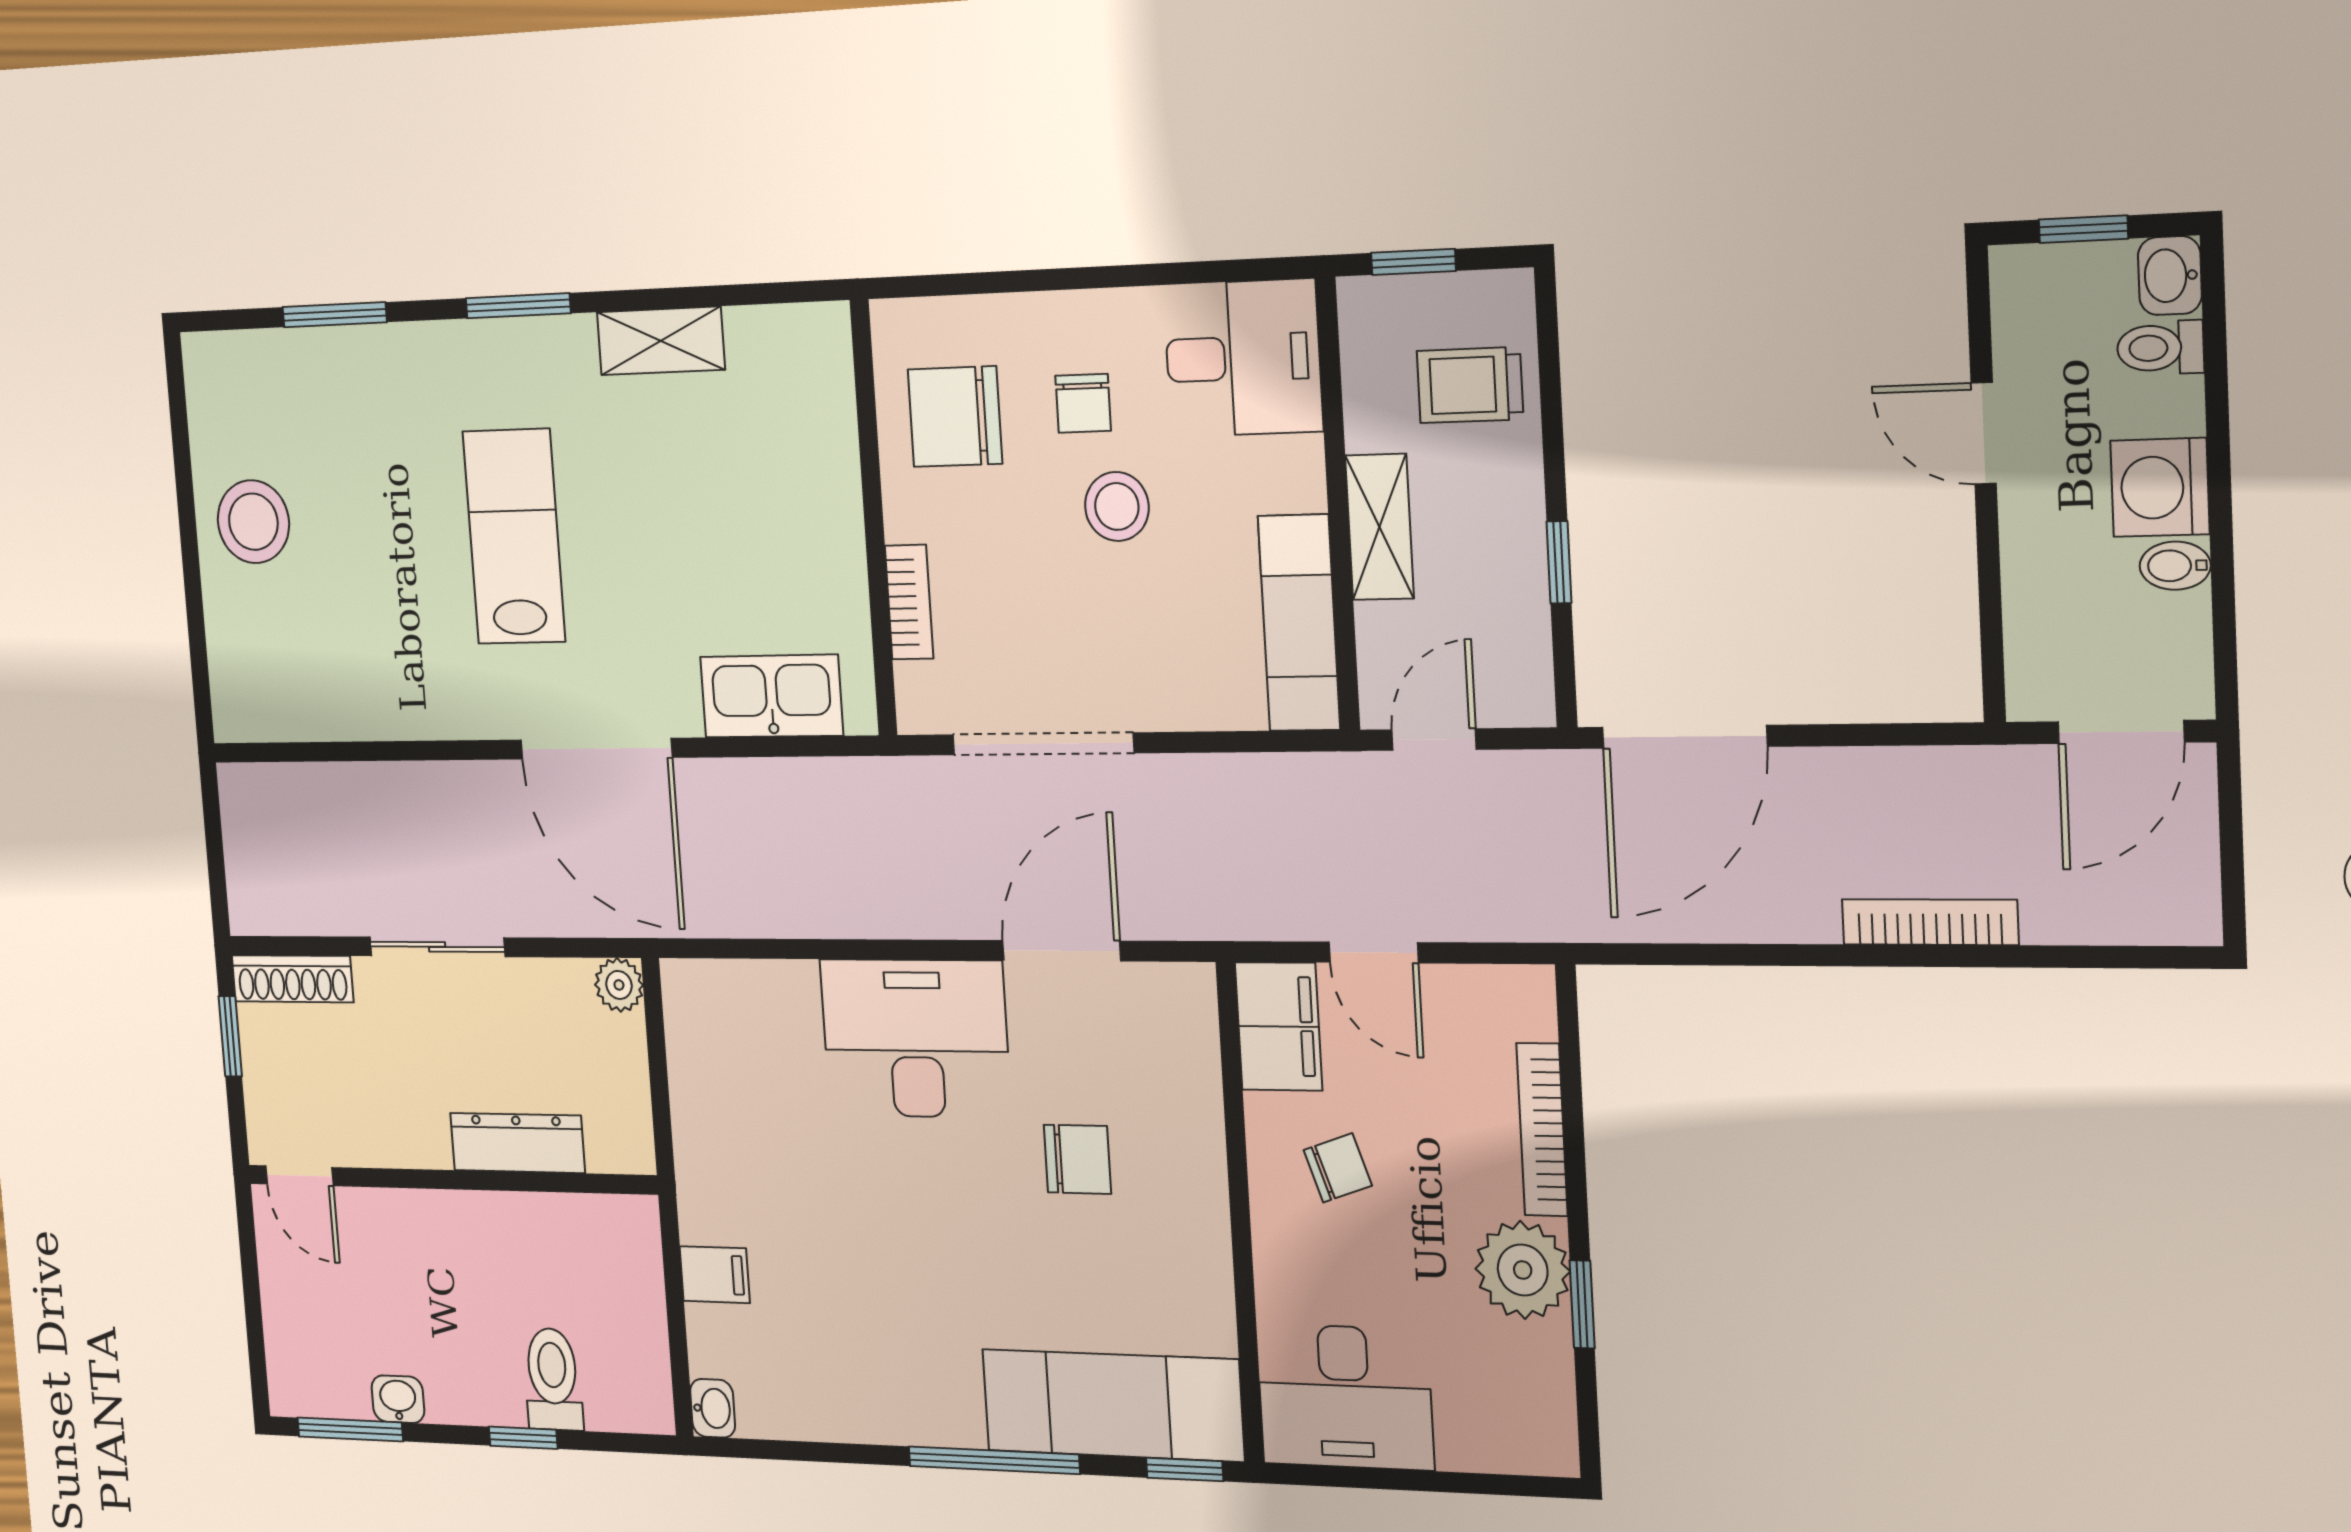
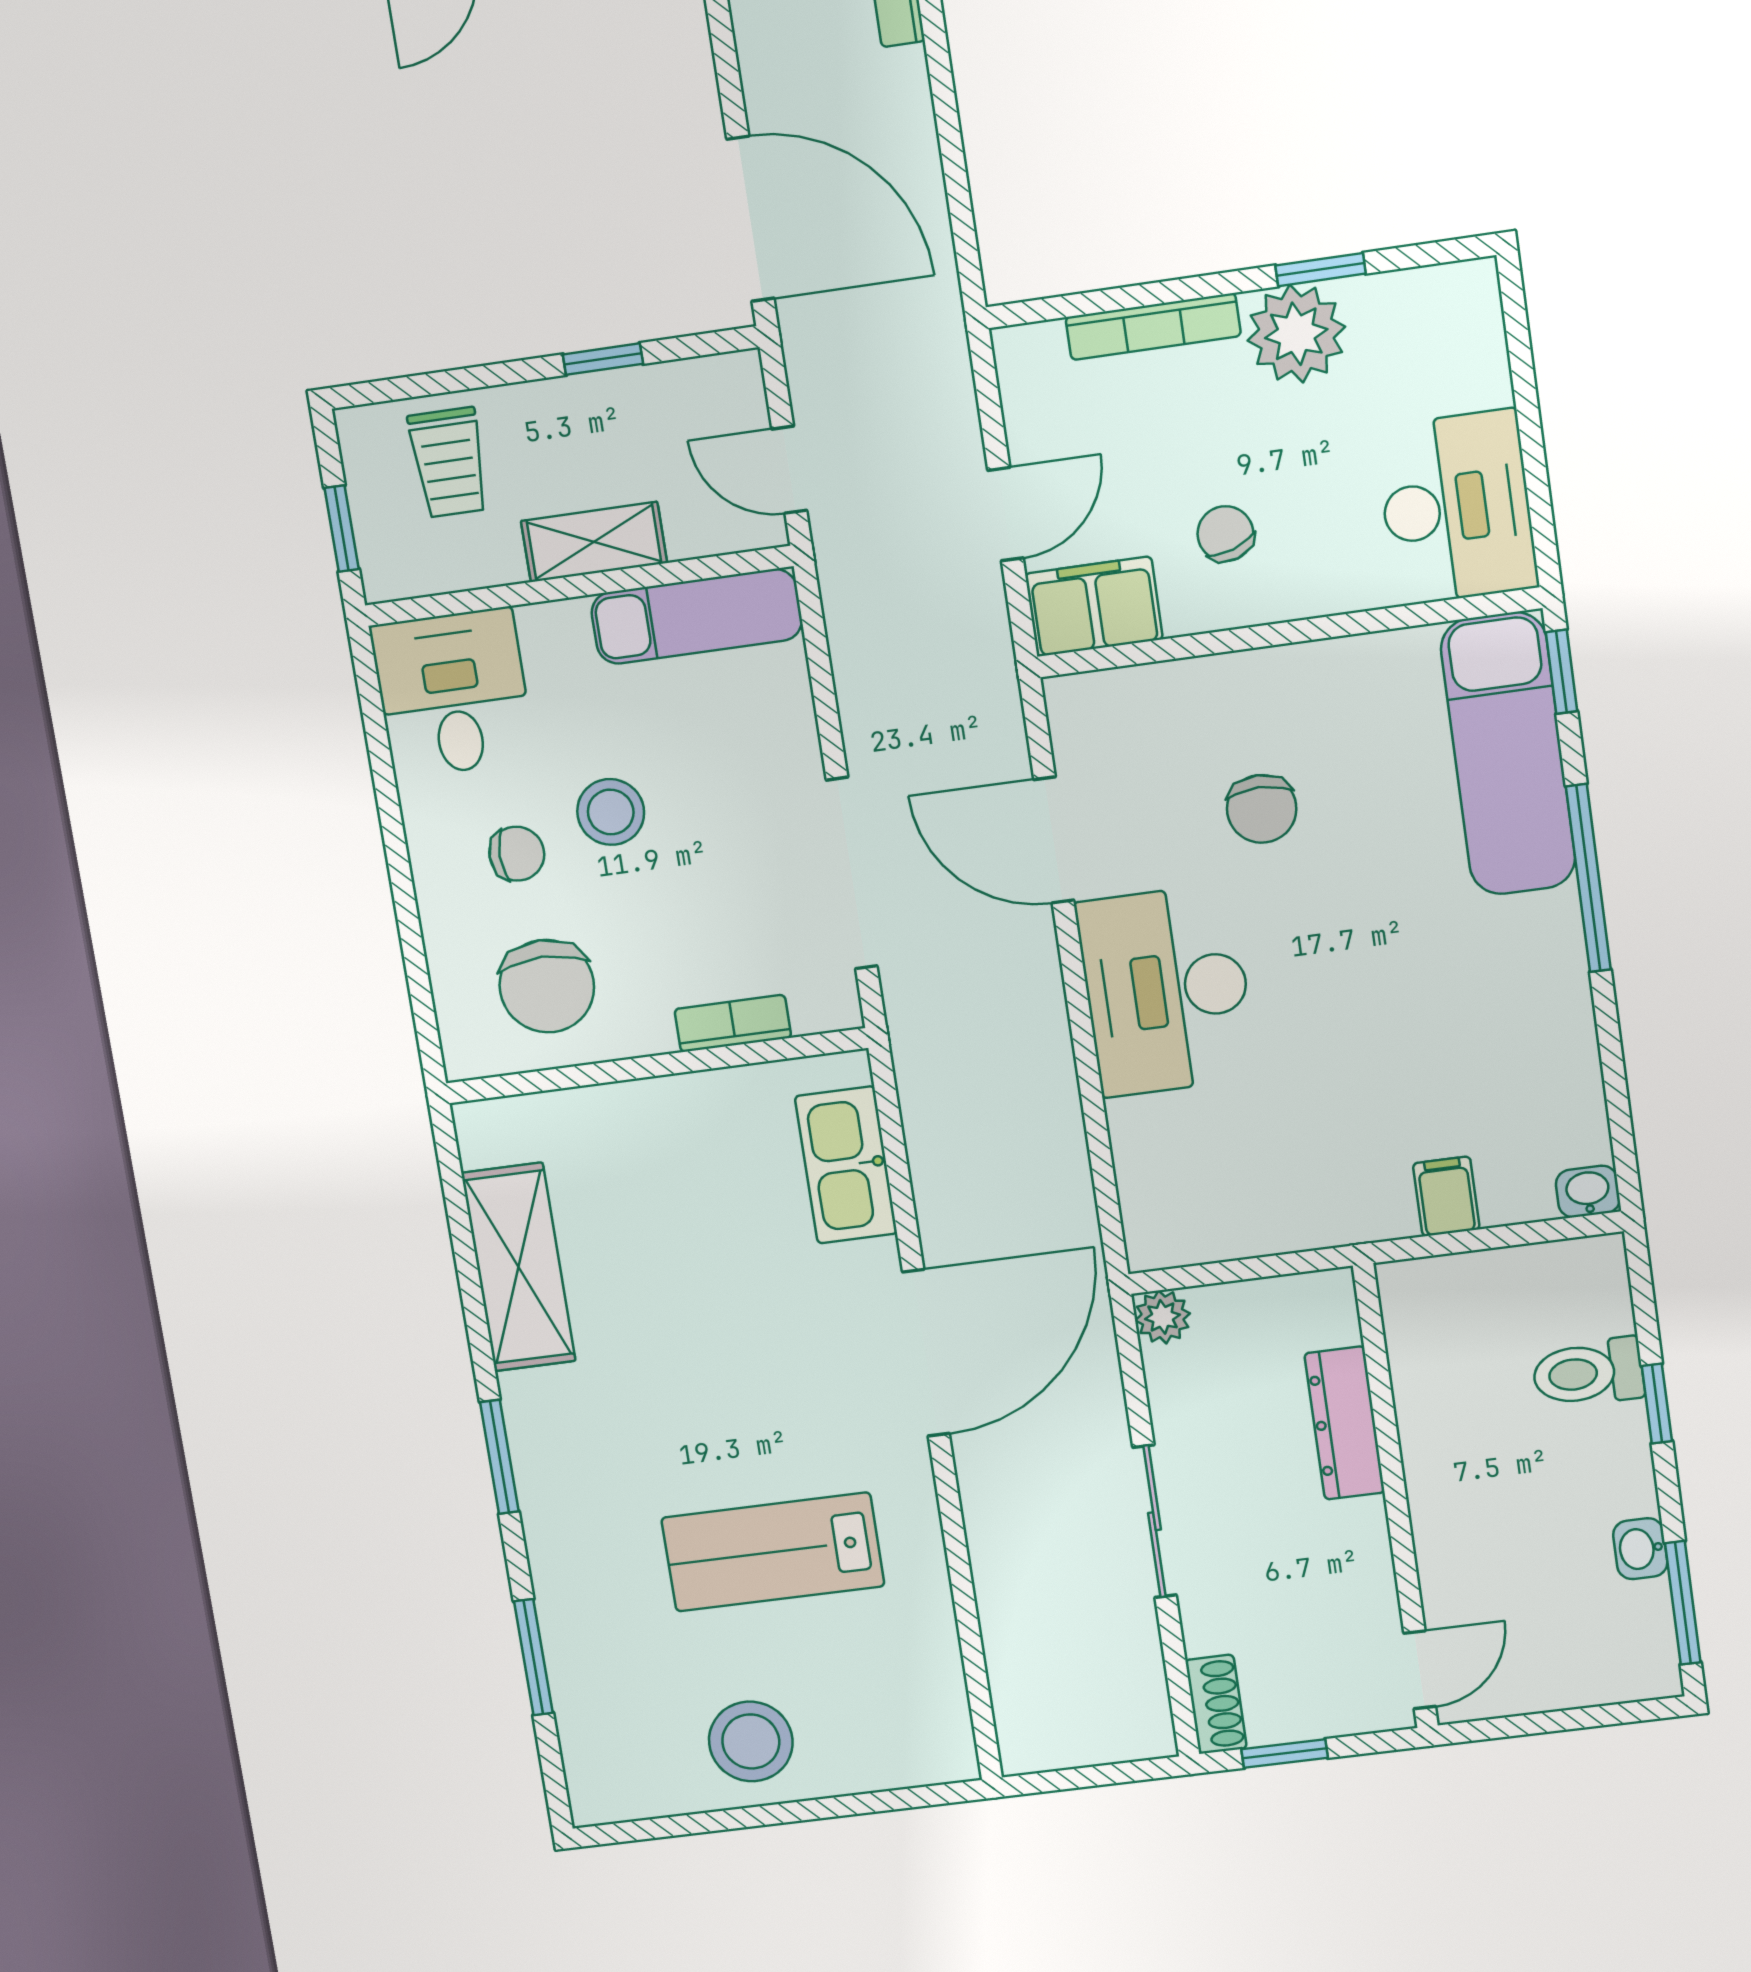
shelving: (661, 341) -> (519, 1267), width x1.50, depth x1.33
lab bench: (514, 537) -> (773, 1552), moved
shoe rack: (292, 979) -> (1216, 1704), width x0.70
chair: (1077, 1159) -> (1262, 809), turned 180

